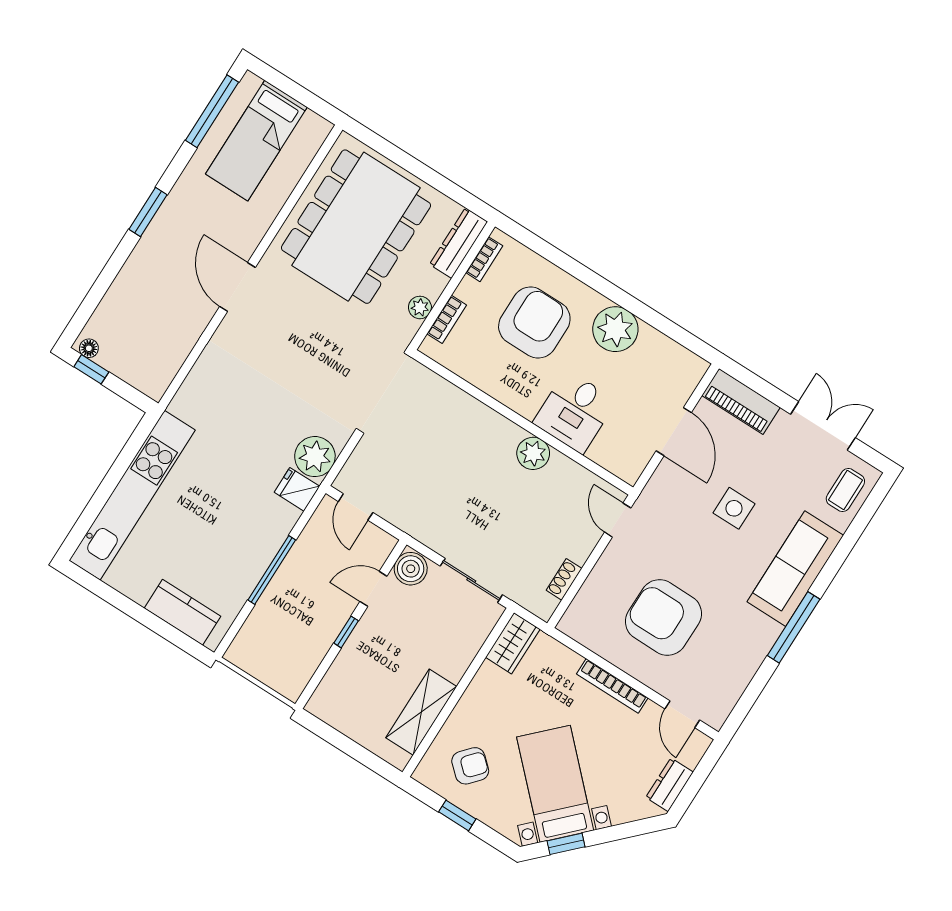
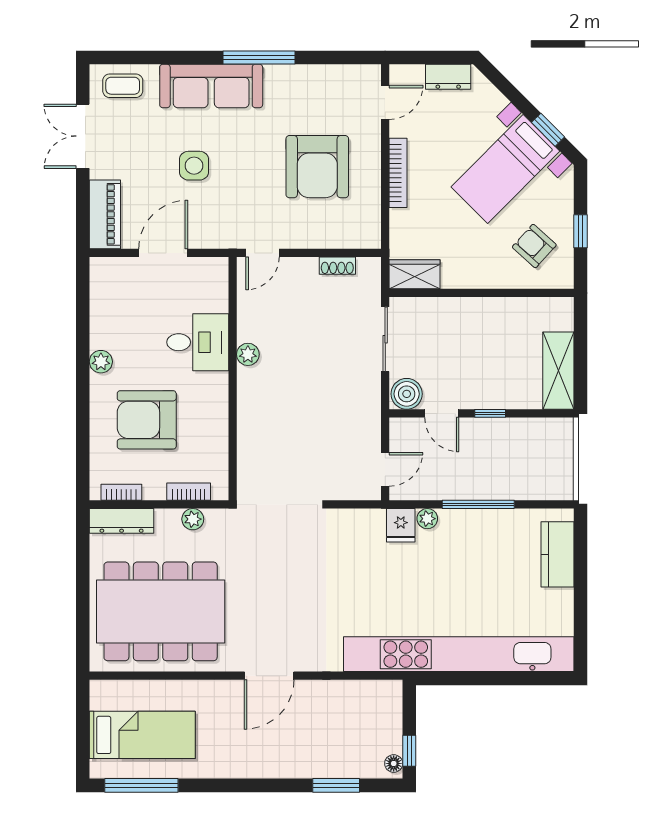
window: (148, 212) -> (336, 785), moved
plant: (615, 329) -> (101, 362), width x0.53, depth x0.53
plant: (533, 453) -> (248, 354), width x0.73, depth x0.73
plant: (315, 457) -> (427, 519), moved, width x0.53, depth x0.53
kitchen unit: (132, 495) -> (459, 654), width x1.36
shelving: (421, 712) -> (558, 371), moved, turned 90

